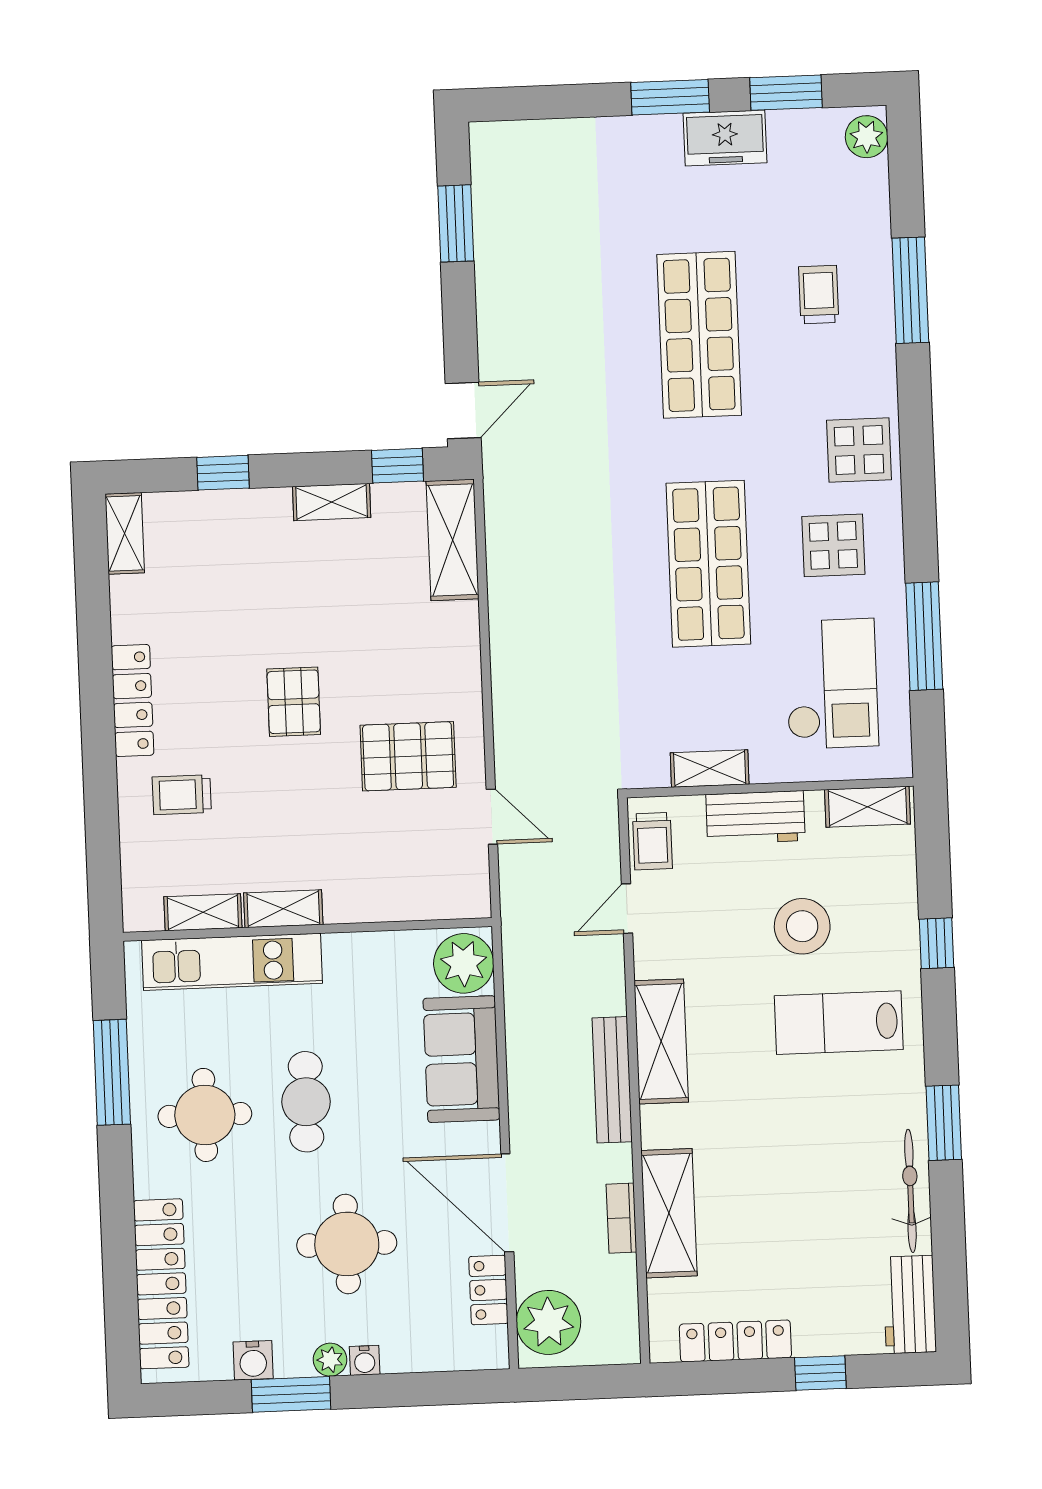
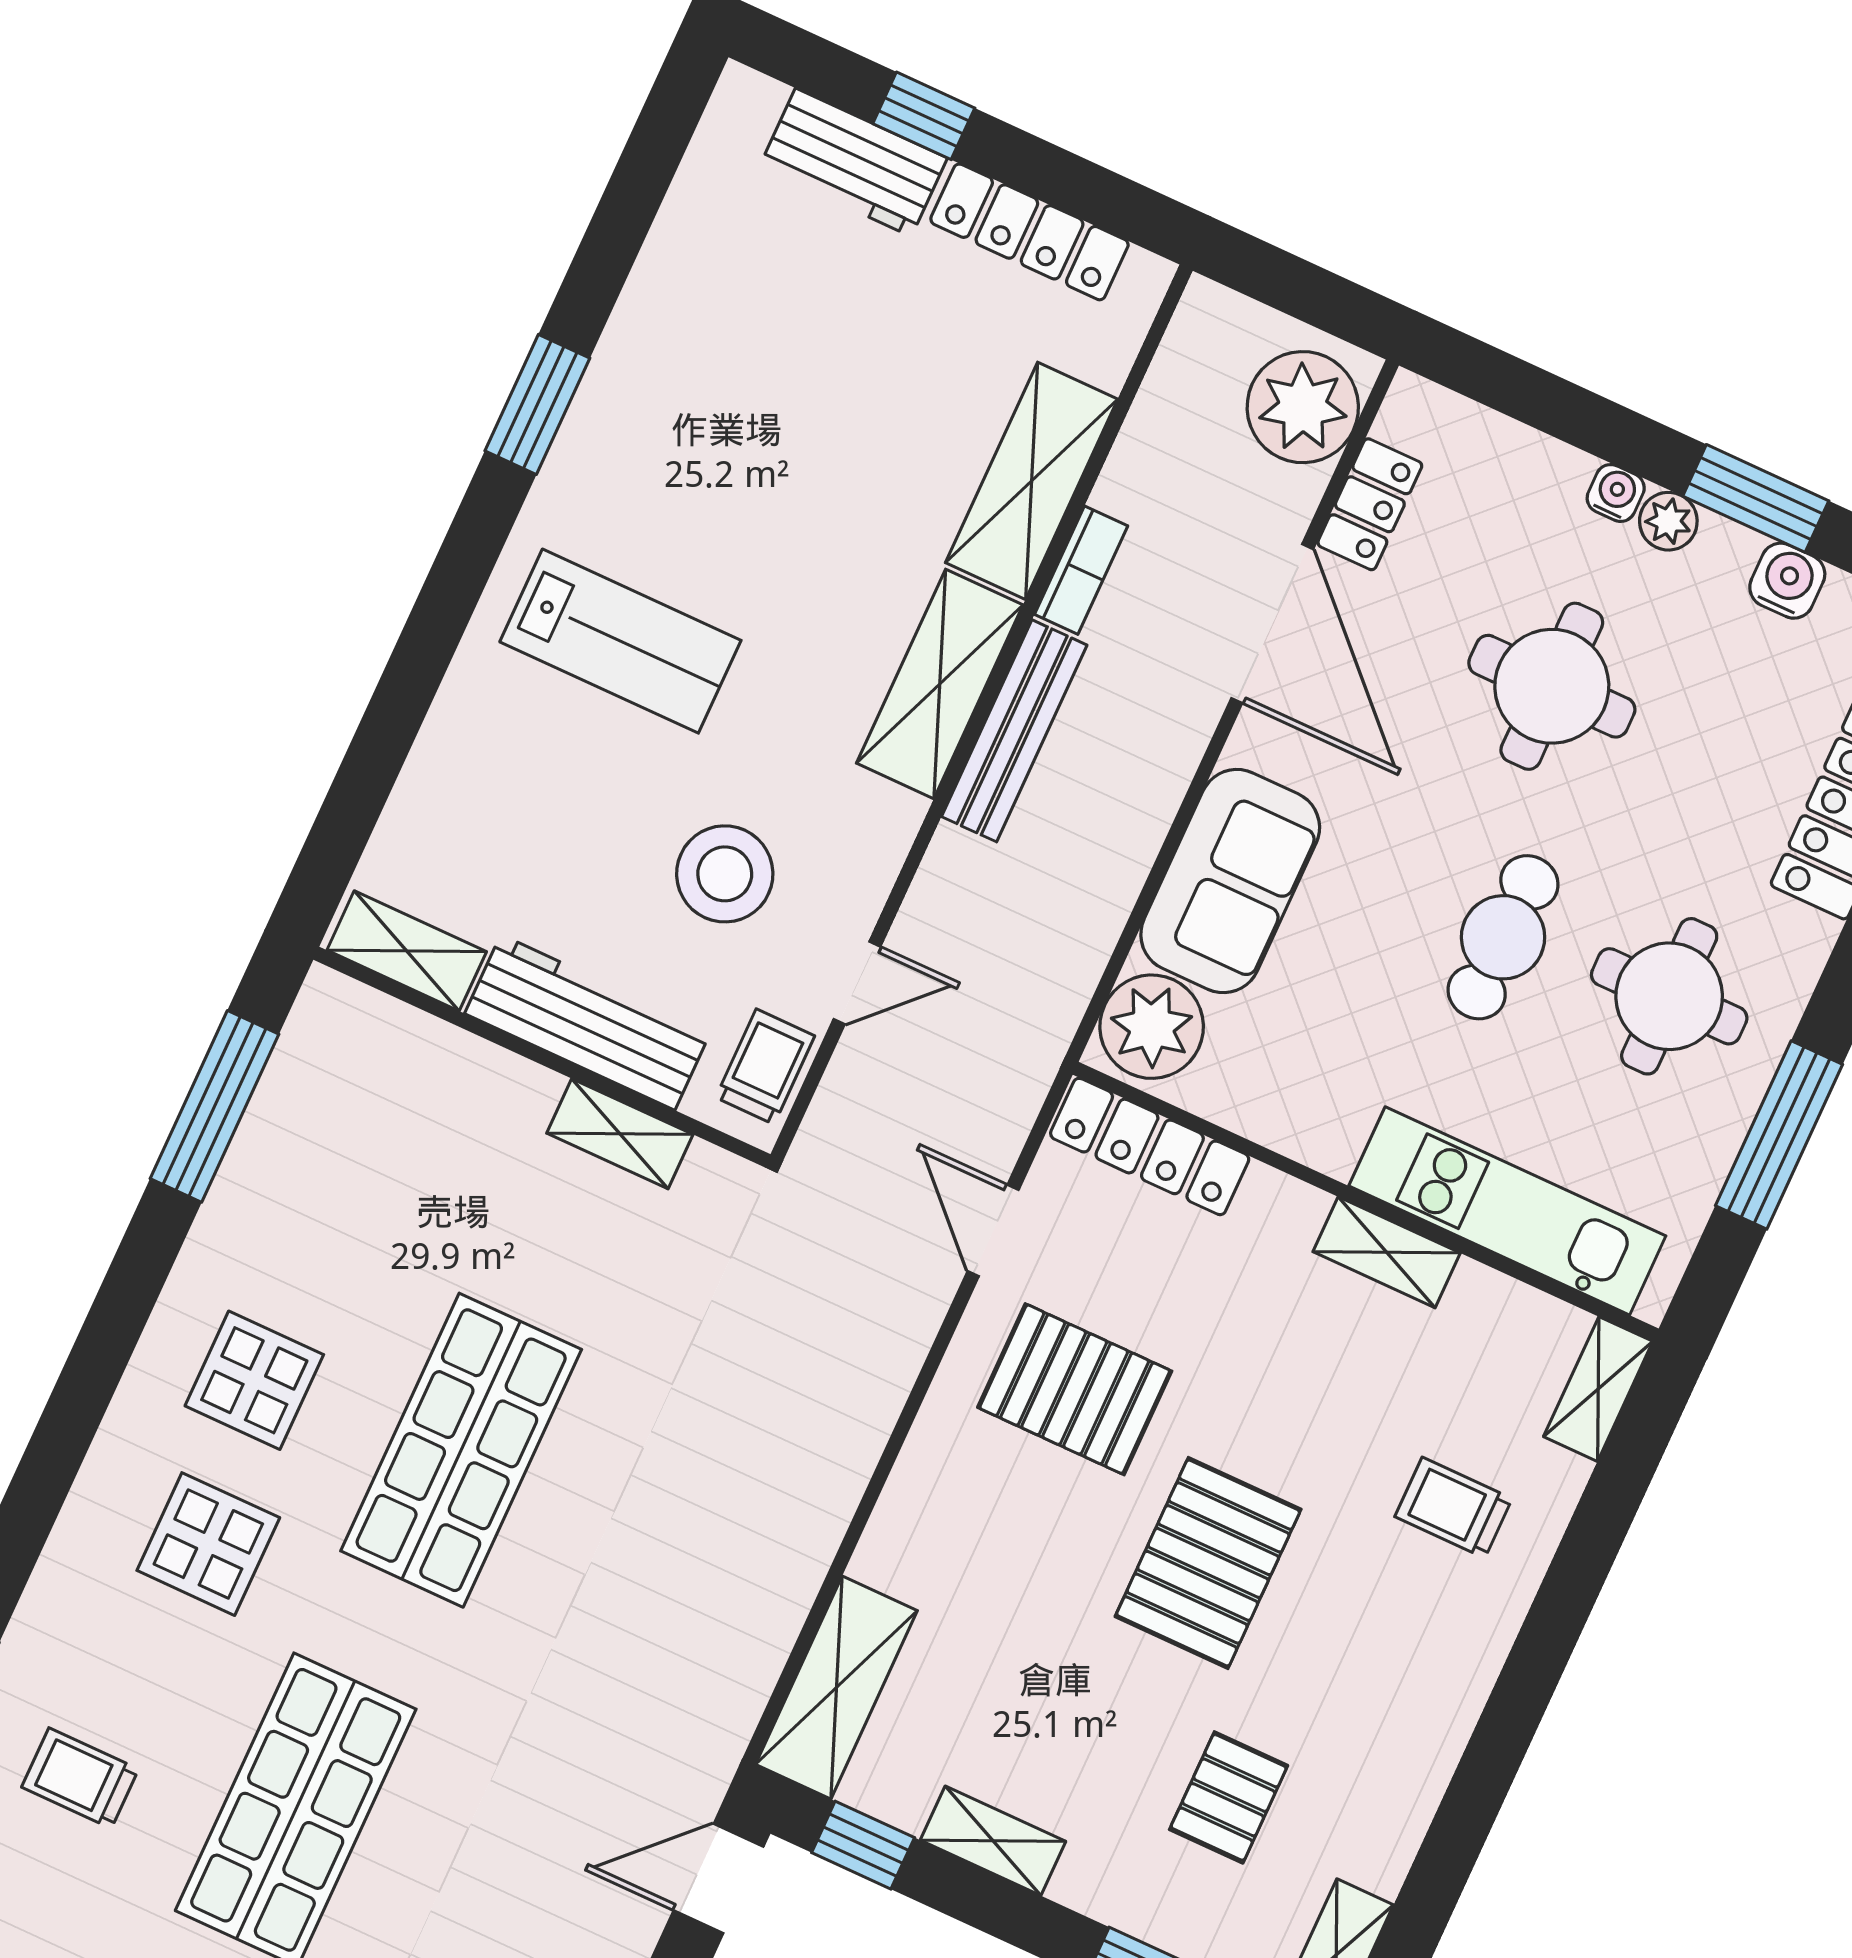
trolley: (819, 295) -> (80, 1778), turned 90
display table: (859, 450) -> (208, 1544), moved
pallet: (222, 586) -> (1229, 1797), added
window: (924, 636) -> (215, 1106), moved
checkout: (831, 684) -> (366, 1169), removed
locker: (132, 701) -> (1150, 1146), moved, turned -90
pallet: (294, 702) -> (1208, 1563), width x1.50, depth x1.42
trolley: (182, 795) -> (1453, 1508), turned 180
workbench: (755, 817) -> (588, 1022), width x1.38
shelving: (203, 912) -> (1598, 1389), moved, turned 90
stool: (802, 926) -> (725, 874), moved
window: (937, 943) -> (408, 687), removed
shelving: (661, 1041) -> (940, 684), moved
bicycle: (910, 1191) -> (642, 326), removed
bookcase: (621, 1218) -> (1081, 570), moved
workbench: (910, 1305) -> (853, 162), moved, turned 90

